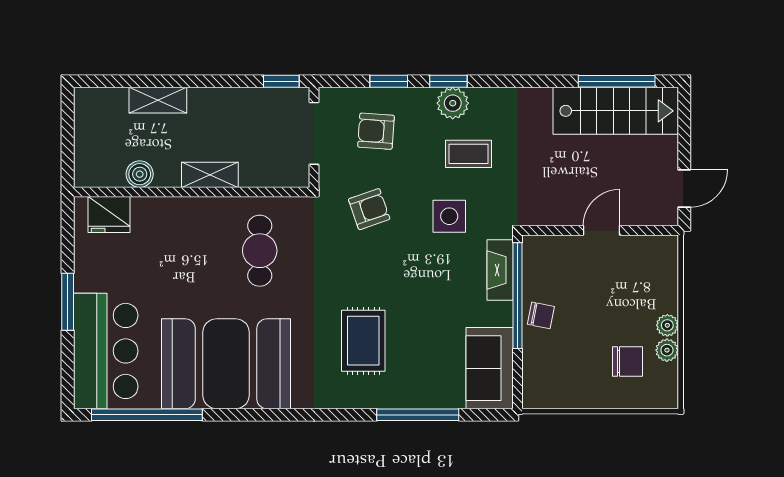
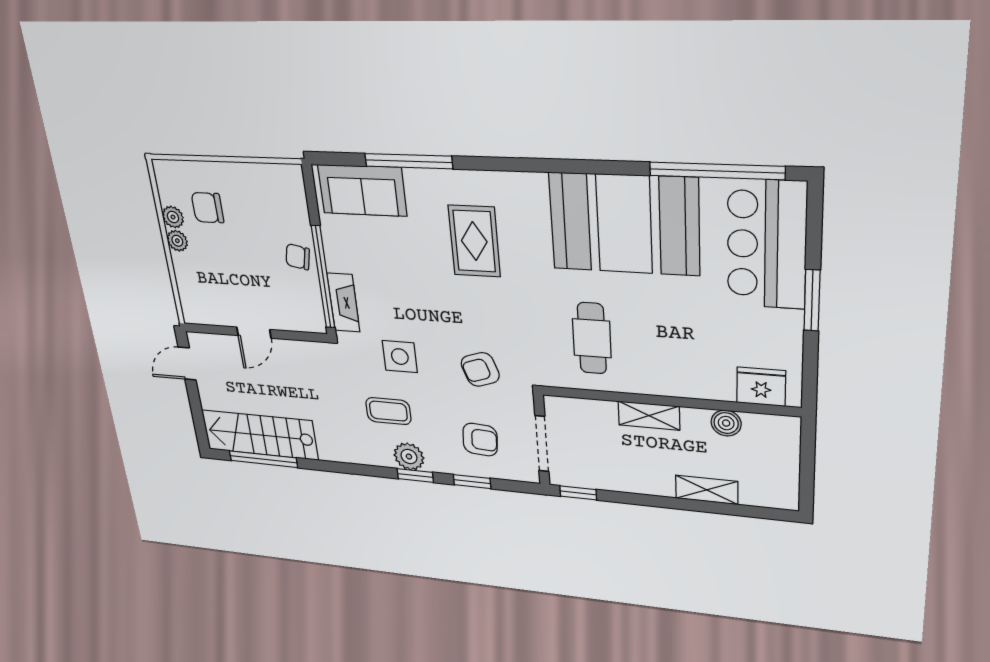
sofa: (490, 368) -> (362, 190), moved, turned 90

